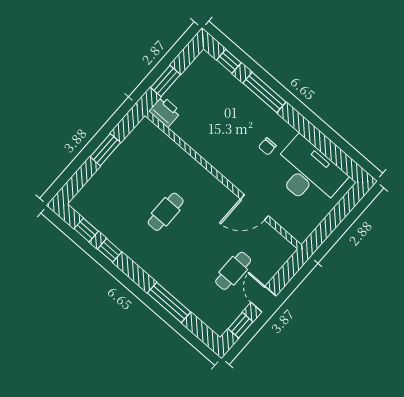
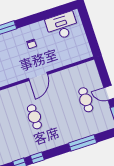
desk: (308, 173) -> (62, 26), width x0.73, depth x0.77
door: (254, 207) -> (38, 76), moved

